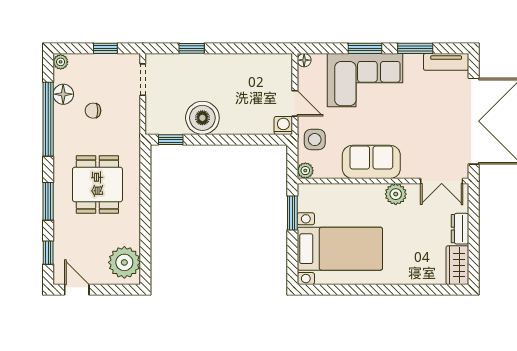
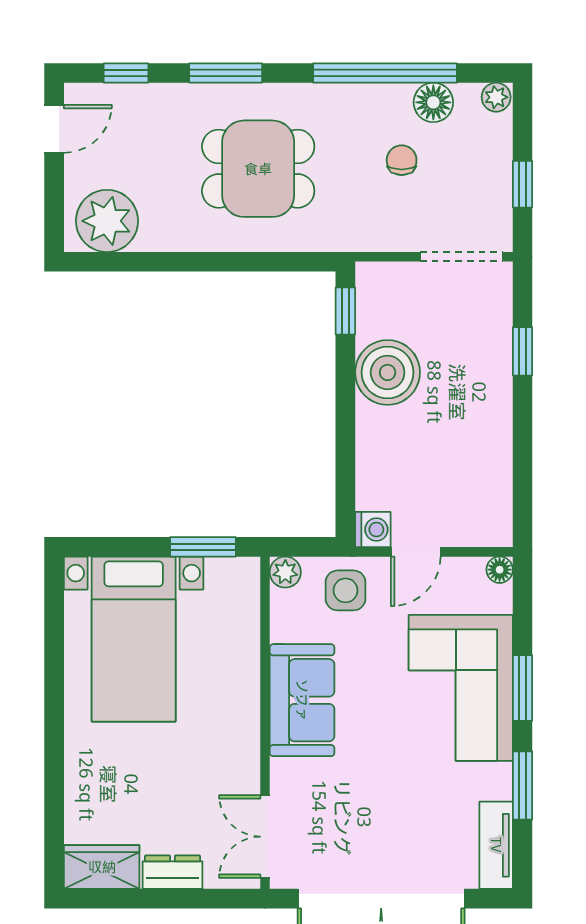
doorway: (143, 80) -> (462, 257), width x1.38
plant: (396, 194) -> (240, 748), removed

